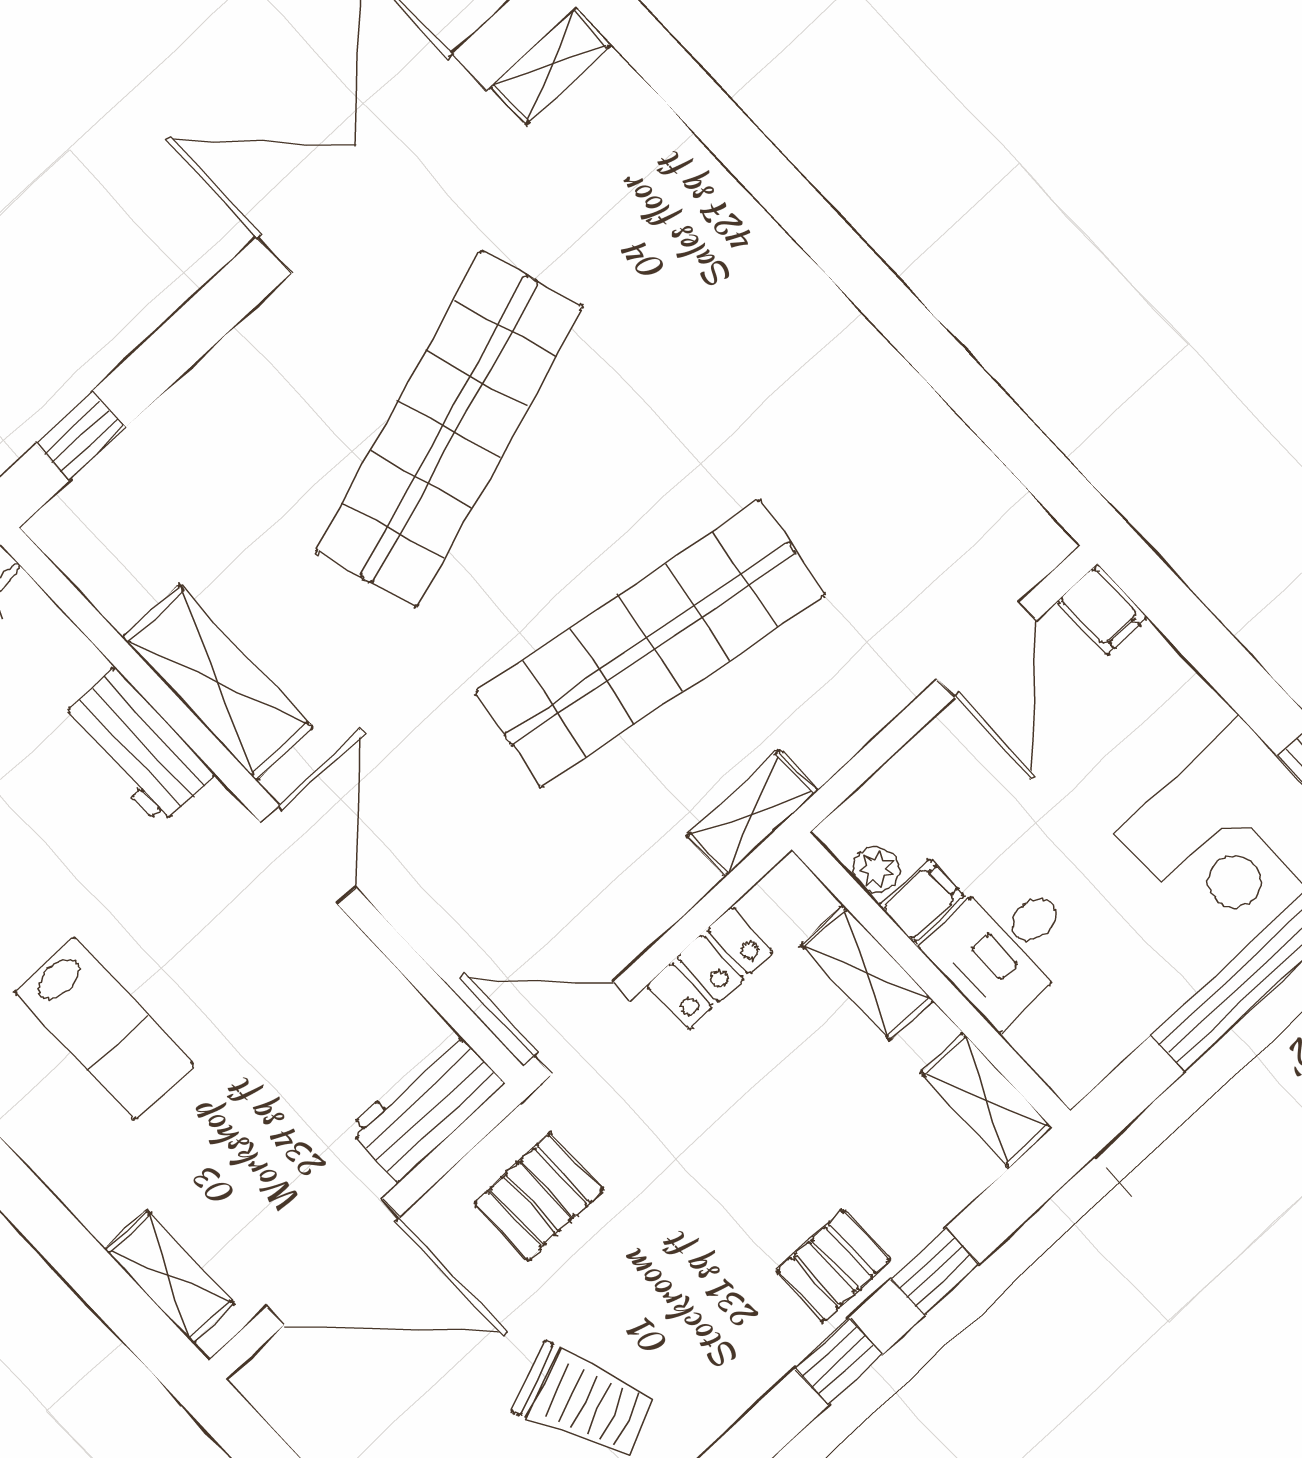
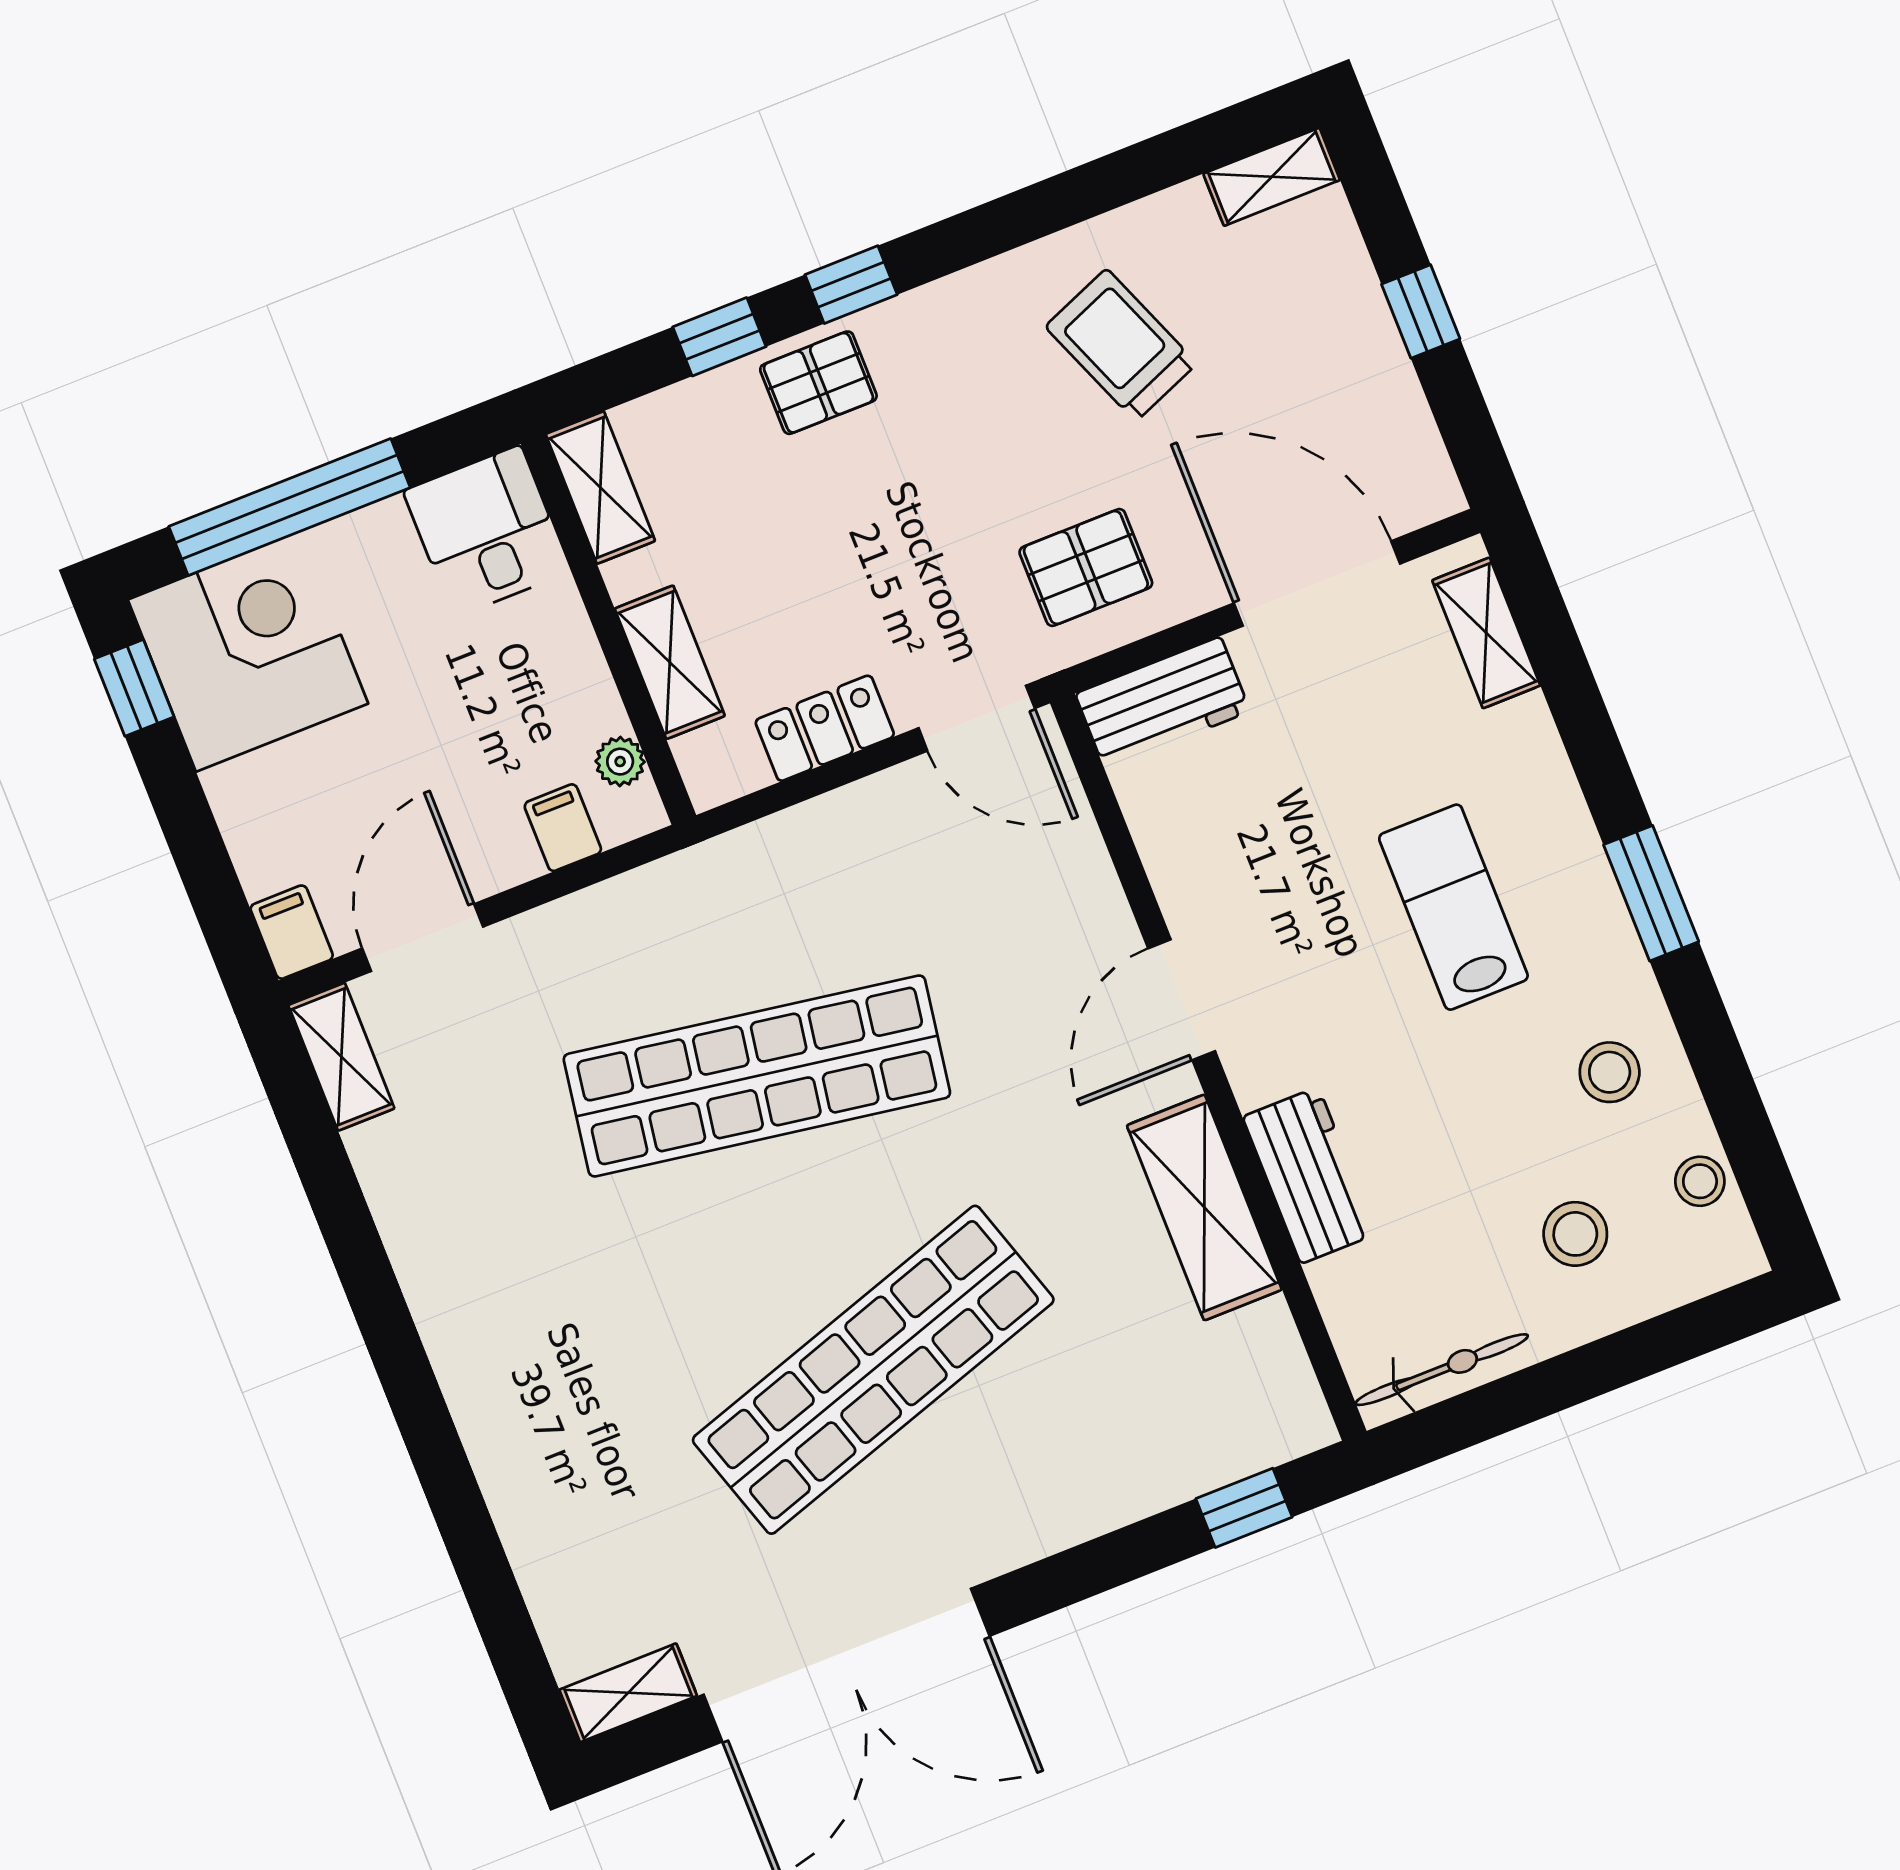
shelving: (752, 814) -> (341, 1057), moved, turned 90
filing cabinet: (921, 901) -> (563, 828), moved, turned 90
desk: (1005, 947) -> (487, 531), moved, turned -90

